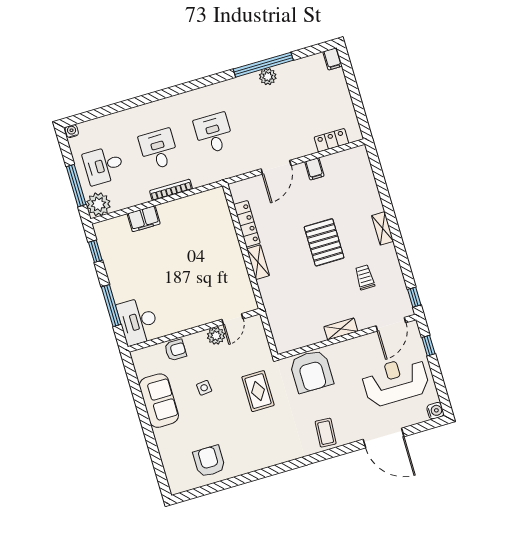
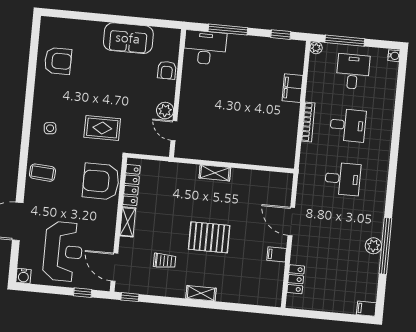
plant: (98, 204) -> (316, 48), width x0.53, depth x0.53
locker: (247, 224) -> (131, 185), moved, turned -90
side table: (204, 388) -> (50, 128), moved

